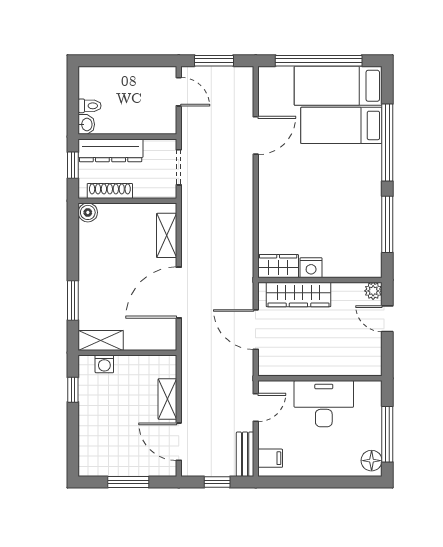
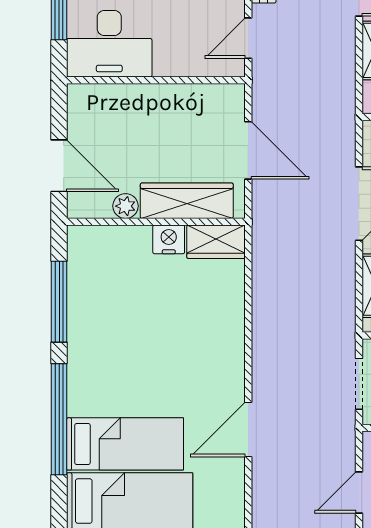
door: (179, 92) -> (359, 492), hinge flipped
plant: (373, 291) -> (125, 206), moved
door: (387, 319) -> (59, 166), width x1.38
desk: (324, 404) -> (109, 44), moved

